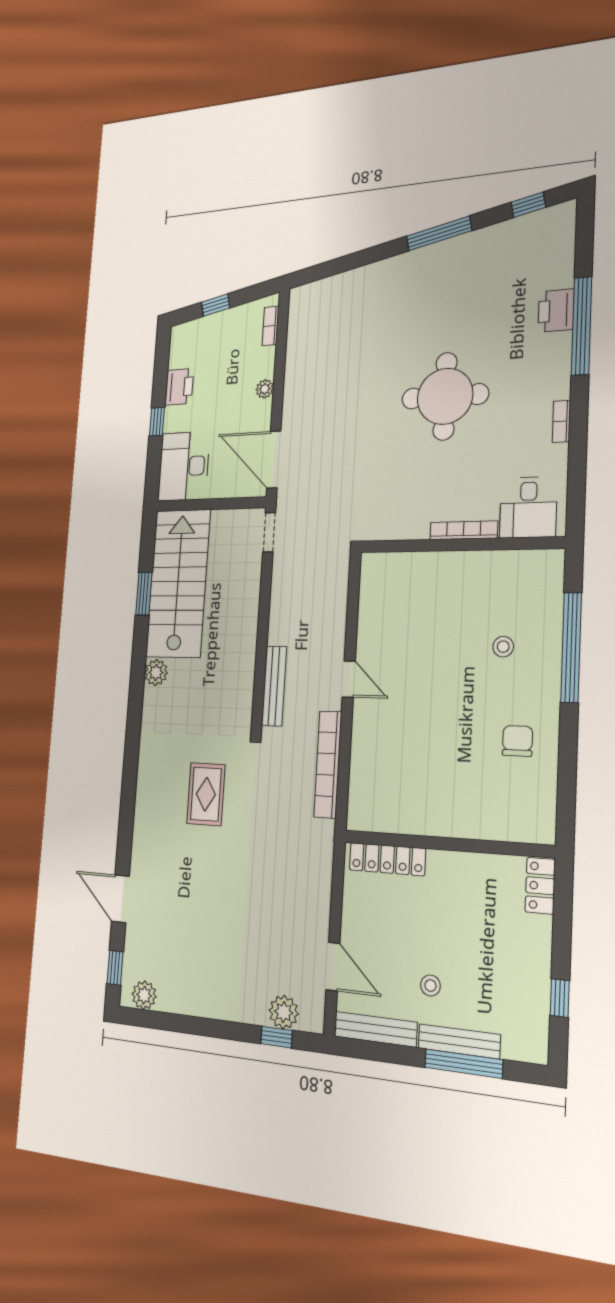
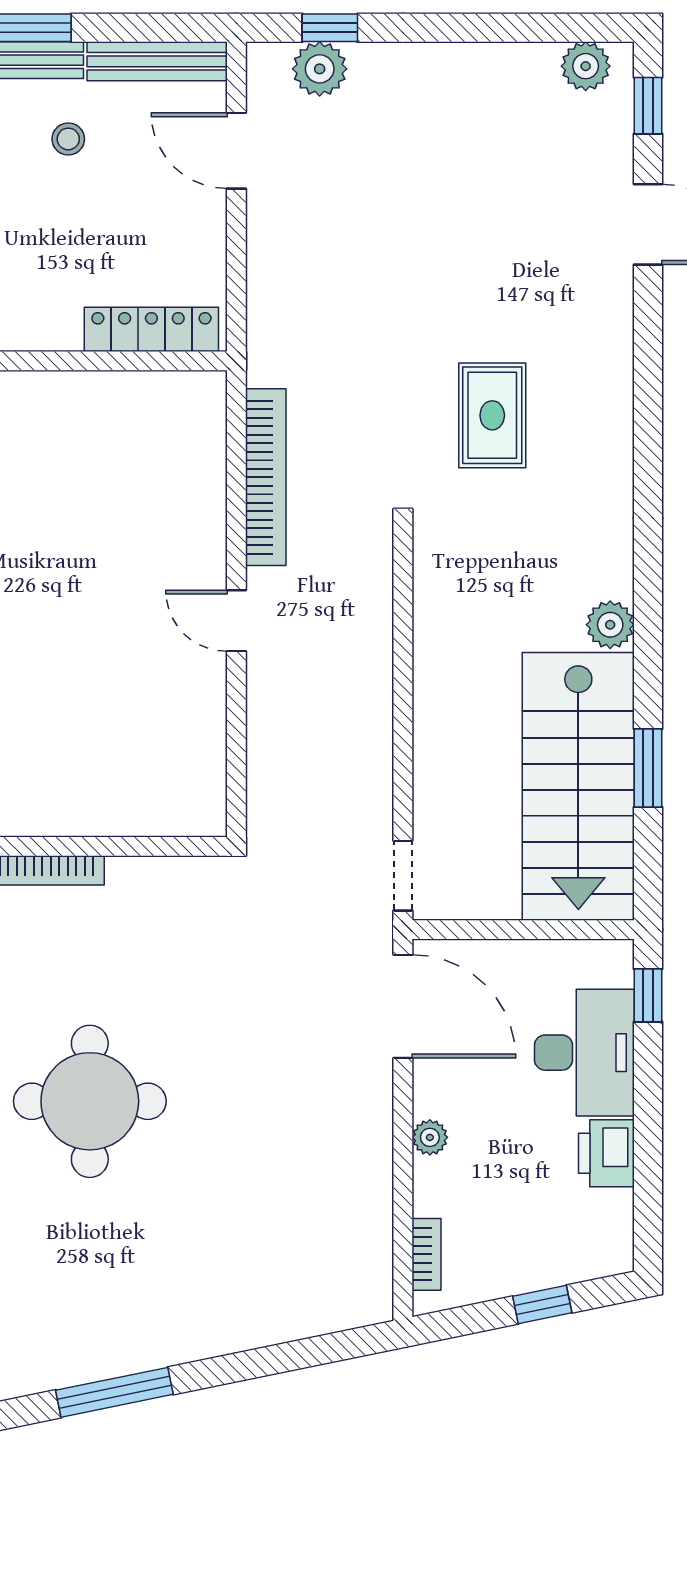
window: (157, 422) -> (648, 995), moved
desk: (184, 466) -> (584, 1053), moved
bench: (274, 686) -> (374, 606), removed

